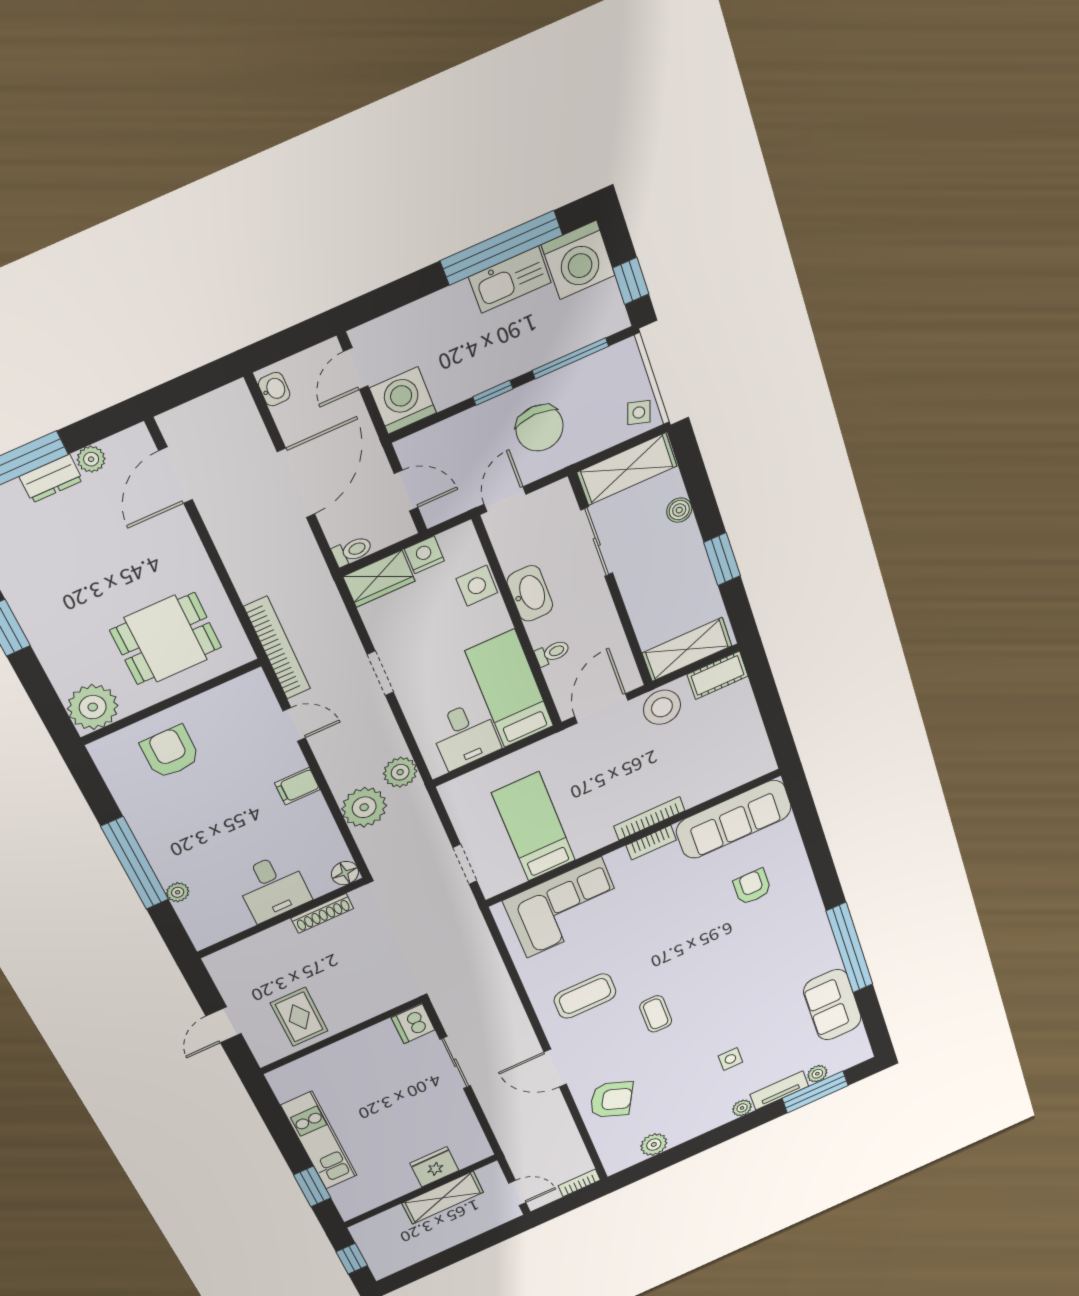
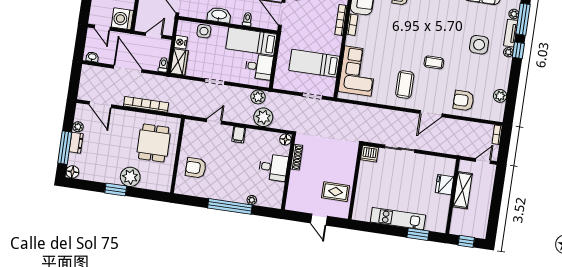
bookcase: (277, 648) -> (146, 104), moved
plant: (93, 707) -> (130, 177), moved
side table: (730, 1059) -> (479, 45), width x1.87, depth x1.87
armchair: (611, 1099) -> (464, 101), turned -115
window: (754, 1120) -> (518, 50), added

